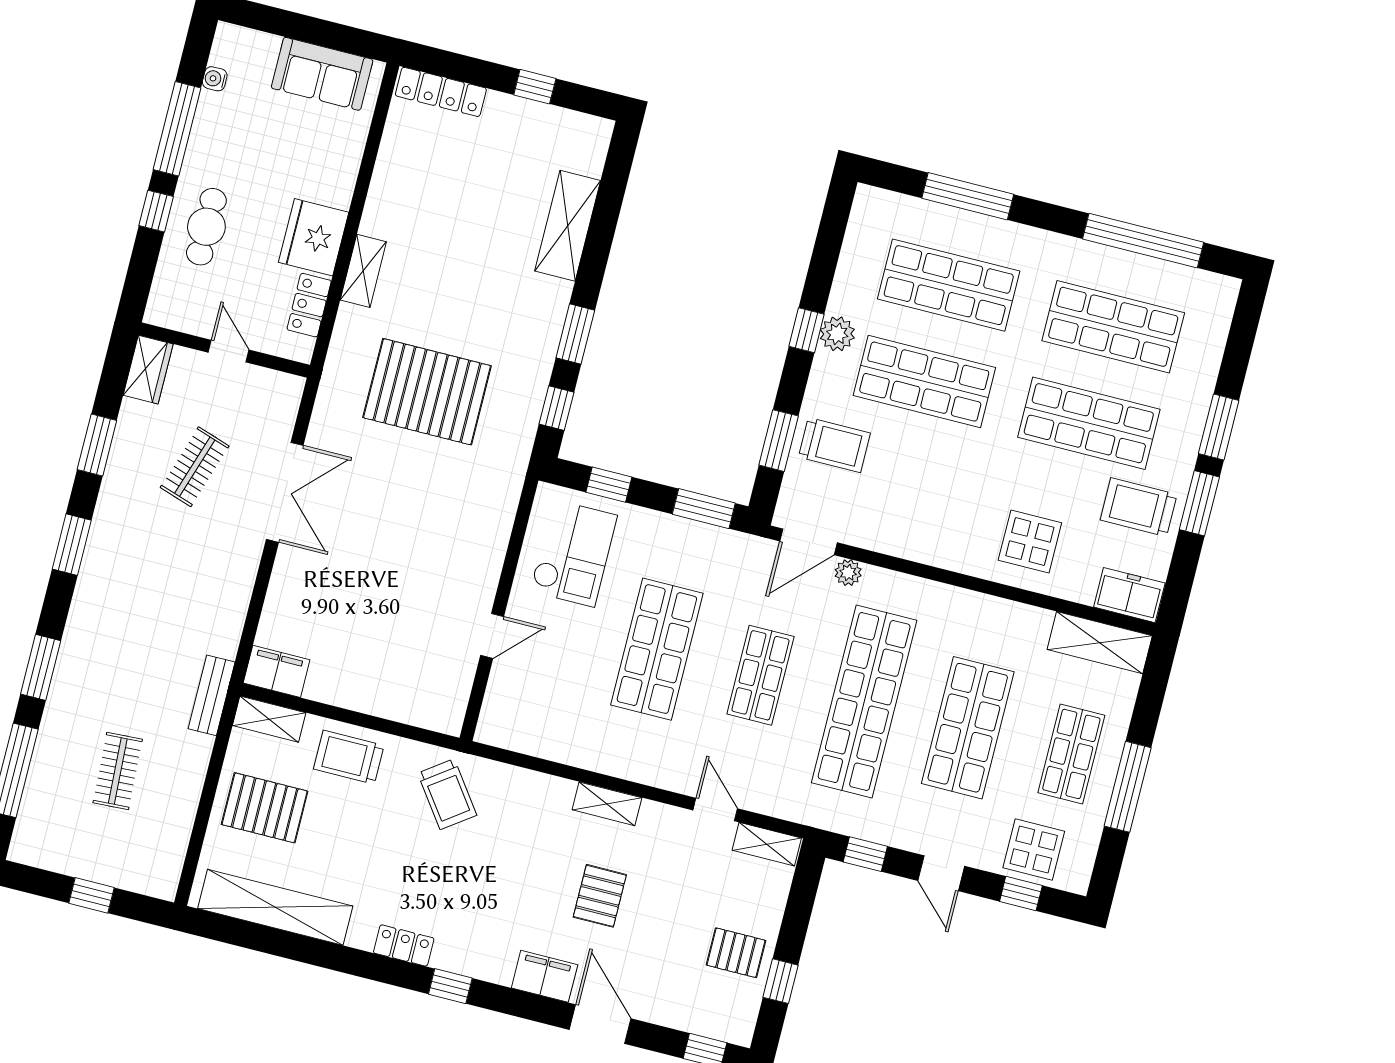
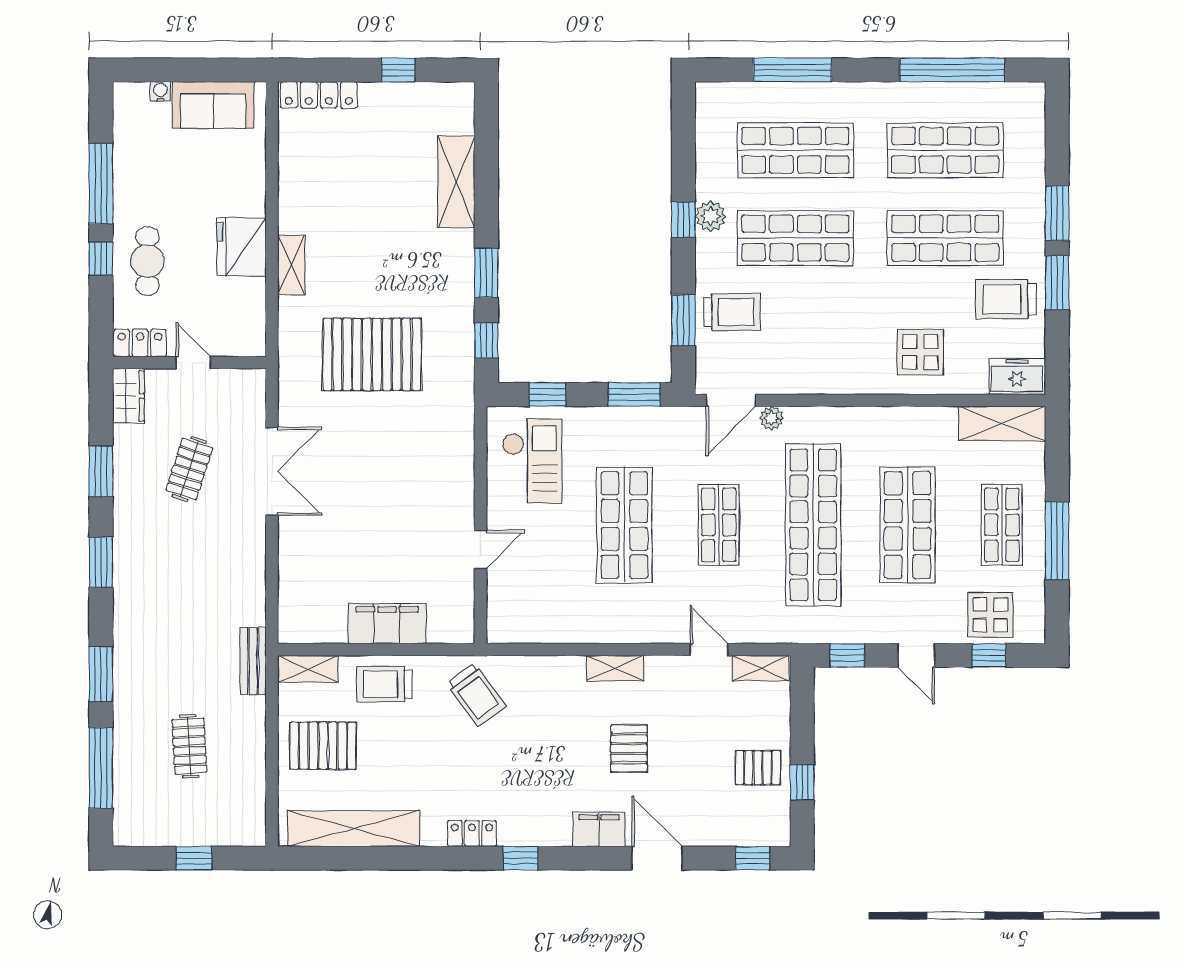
water cooler: (215, 79) -> (160, 92), moved, turned 90
locker: (309, 305) -> (140, 343), moved, turned 90
filing cabinet: (277, 671) -> (387, 624), moved, width x1.50, depth x1.17

